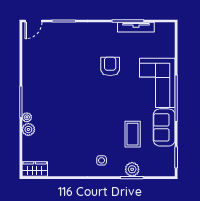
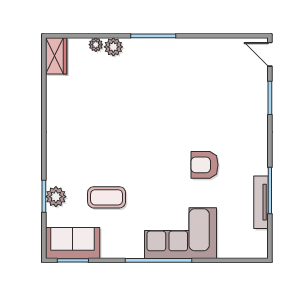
armchair: (110, 66) -> (204, 165), turned 180
plant: (27, 117) -> (96, 45), moved
sofa: (164, 127) -> (73, 243), moved
side table: (102, 160) -> (69, 152), removed

